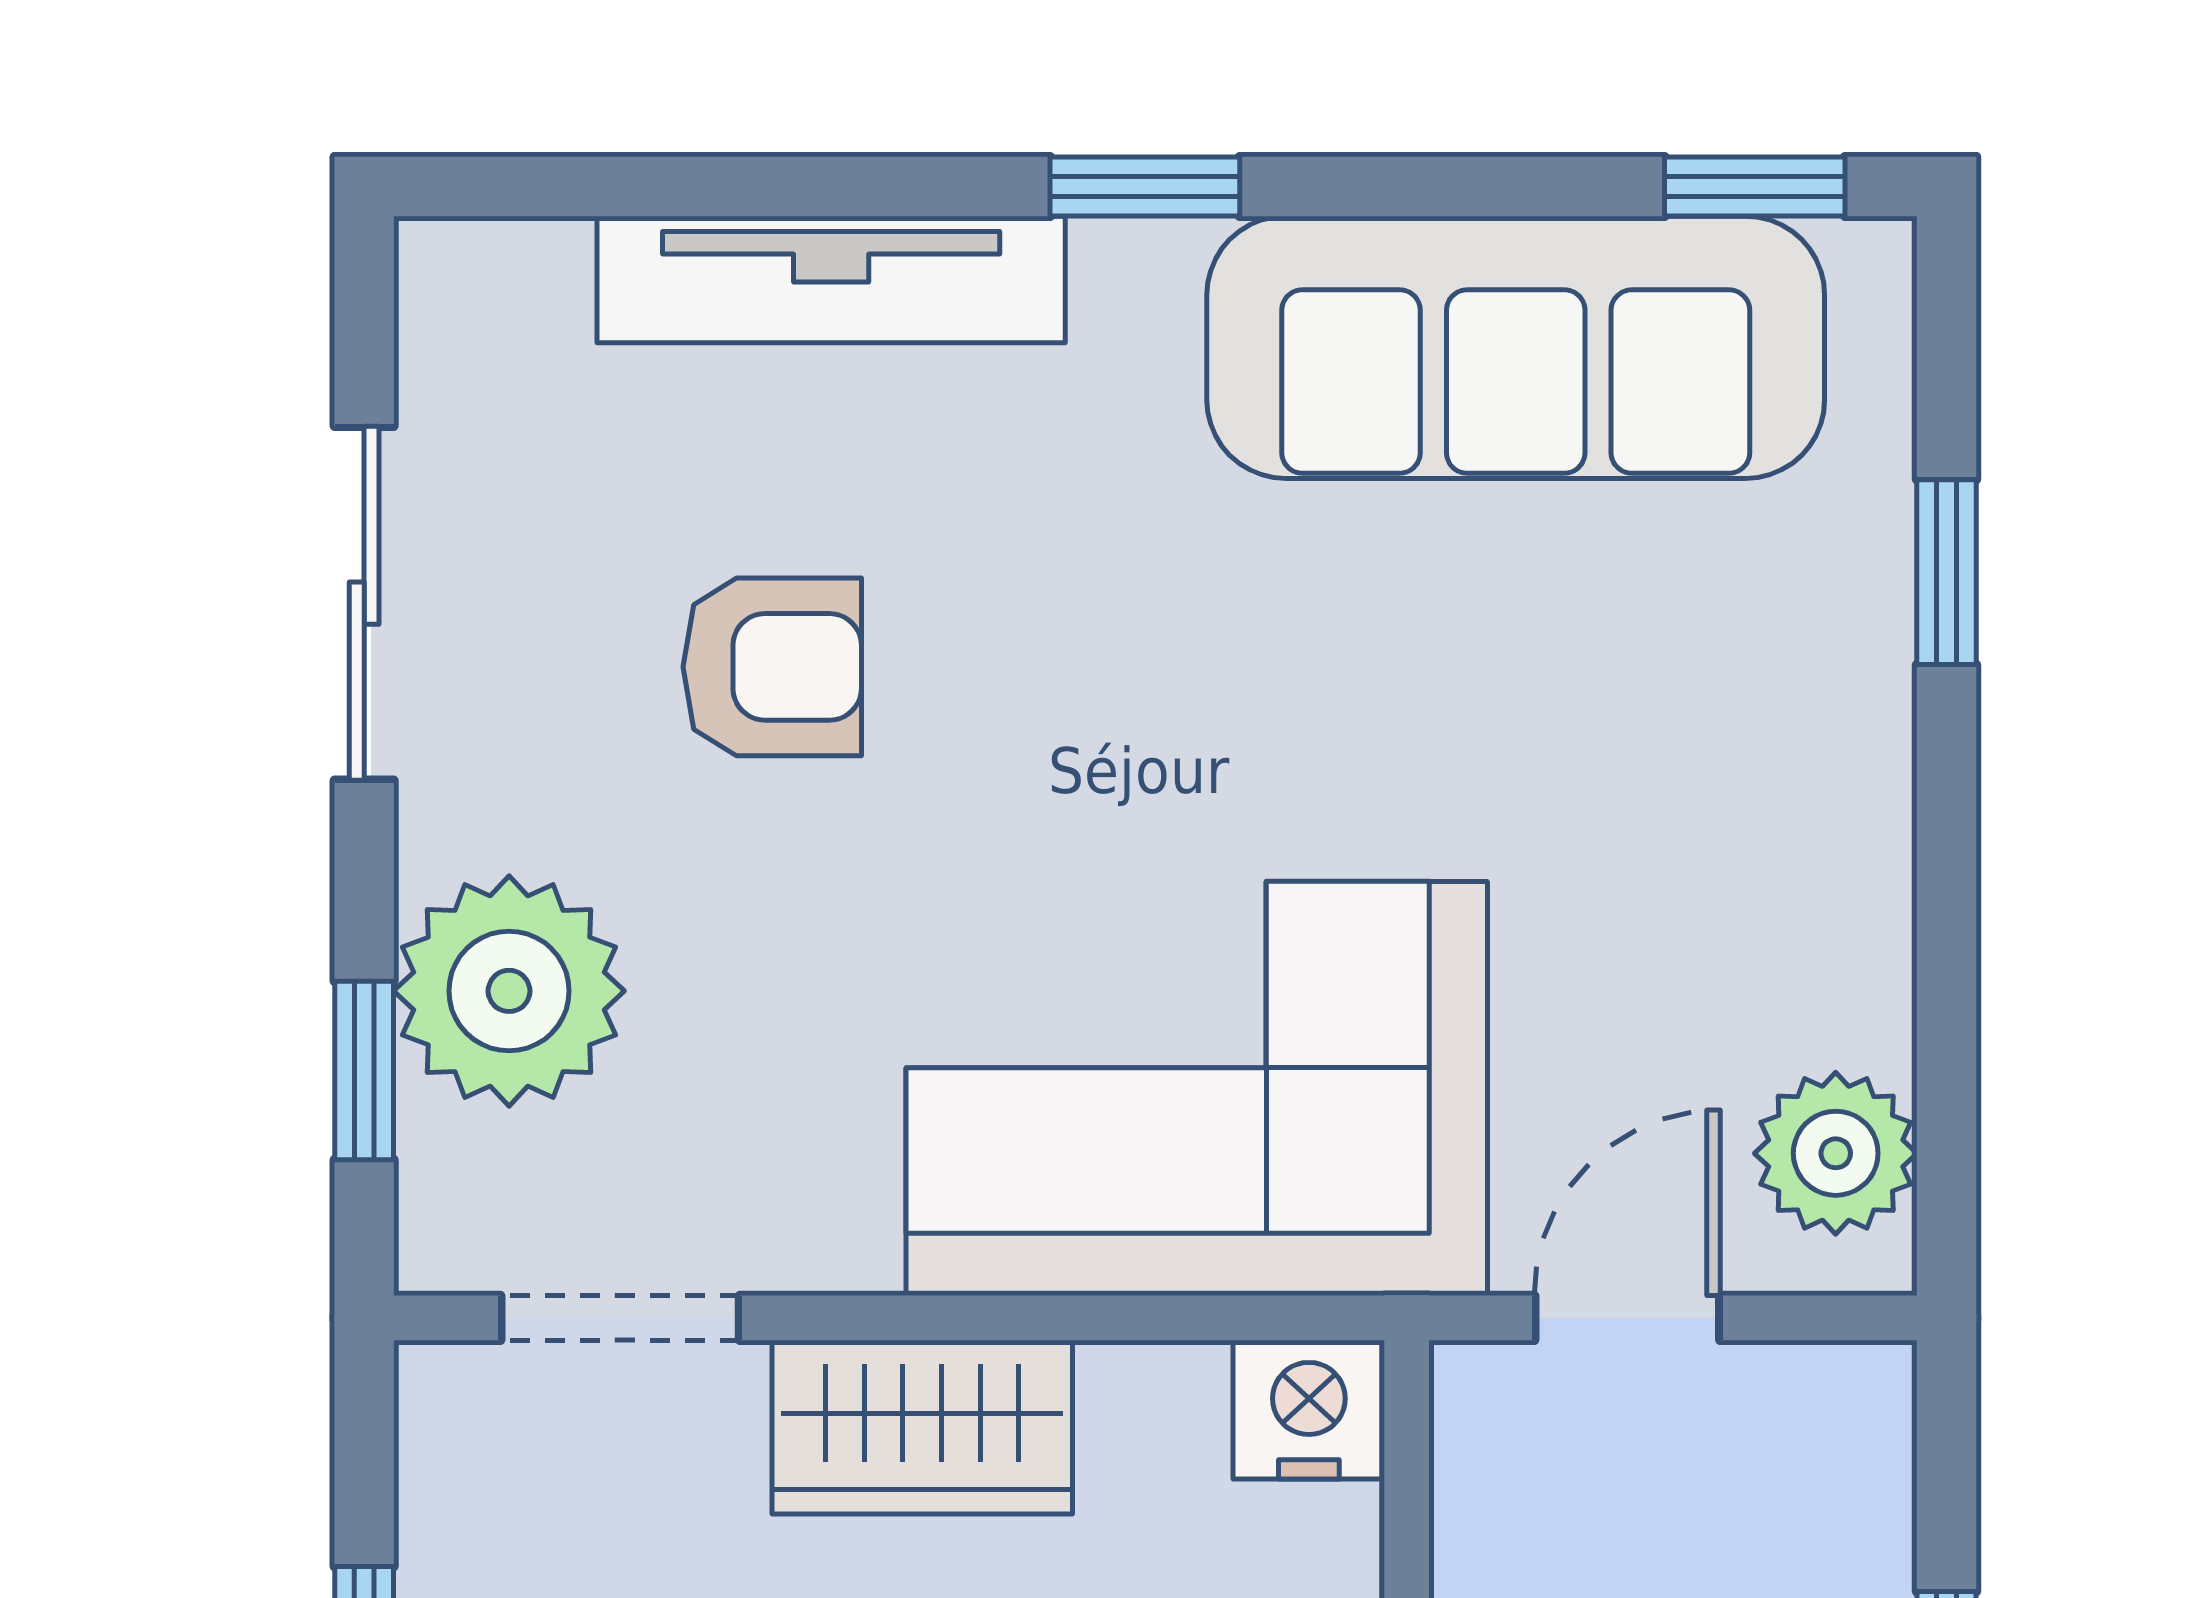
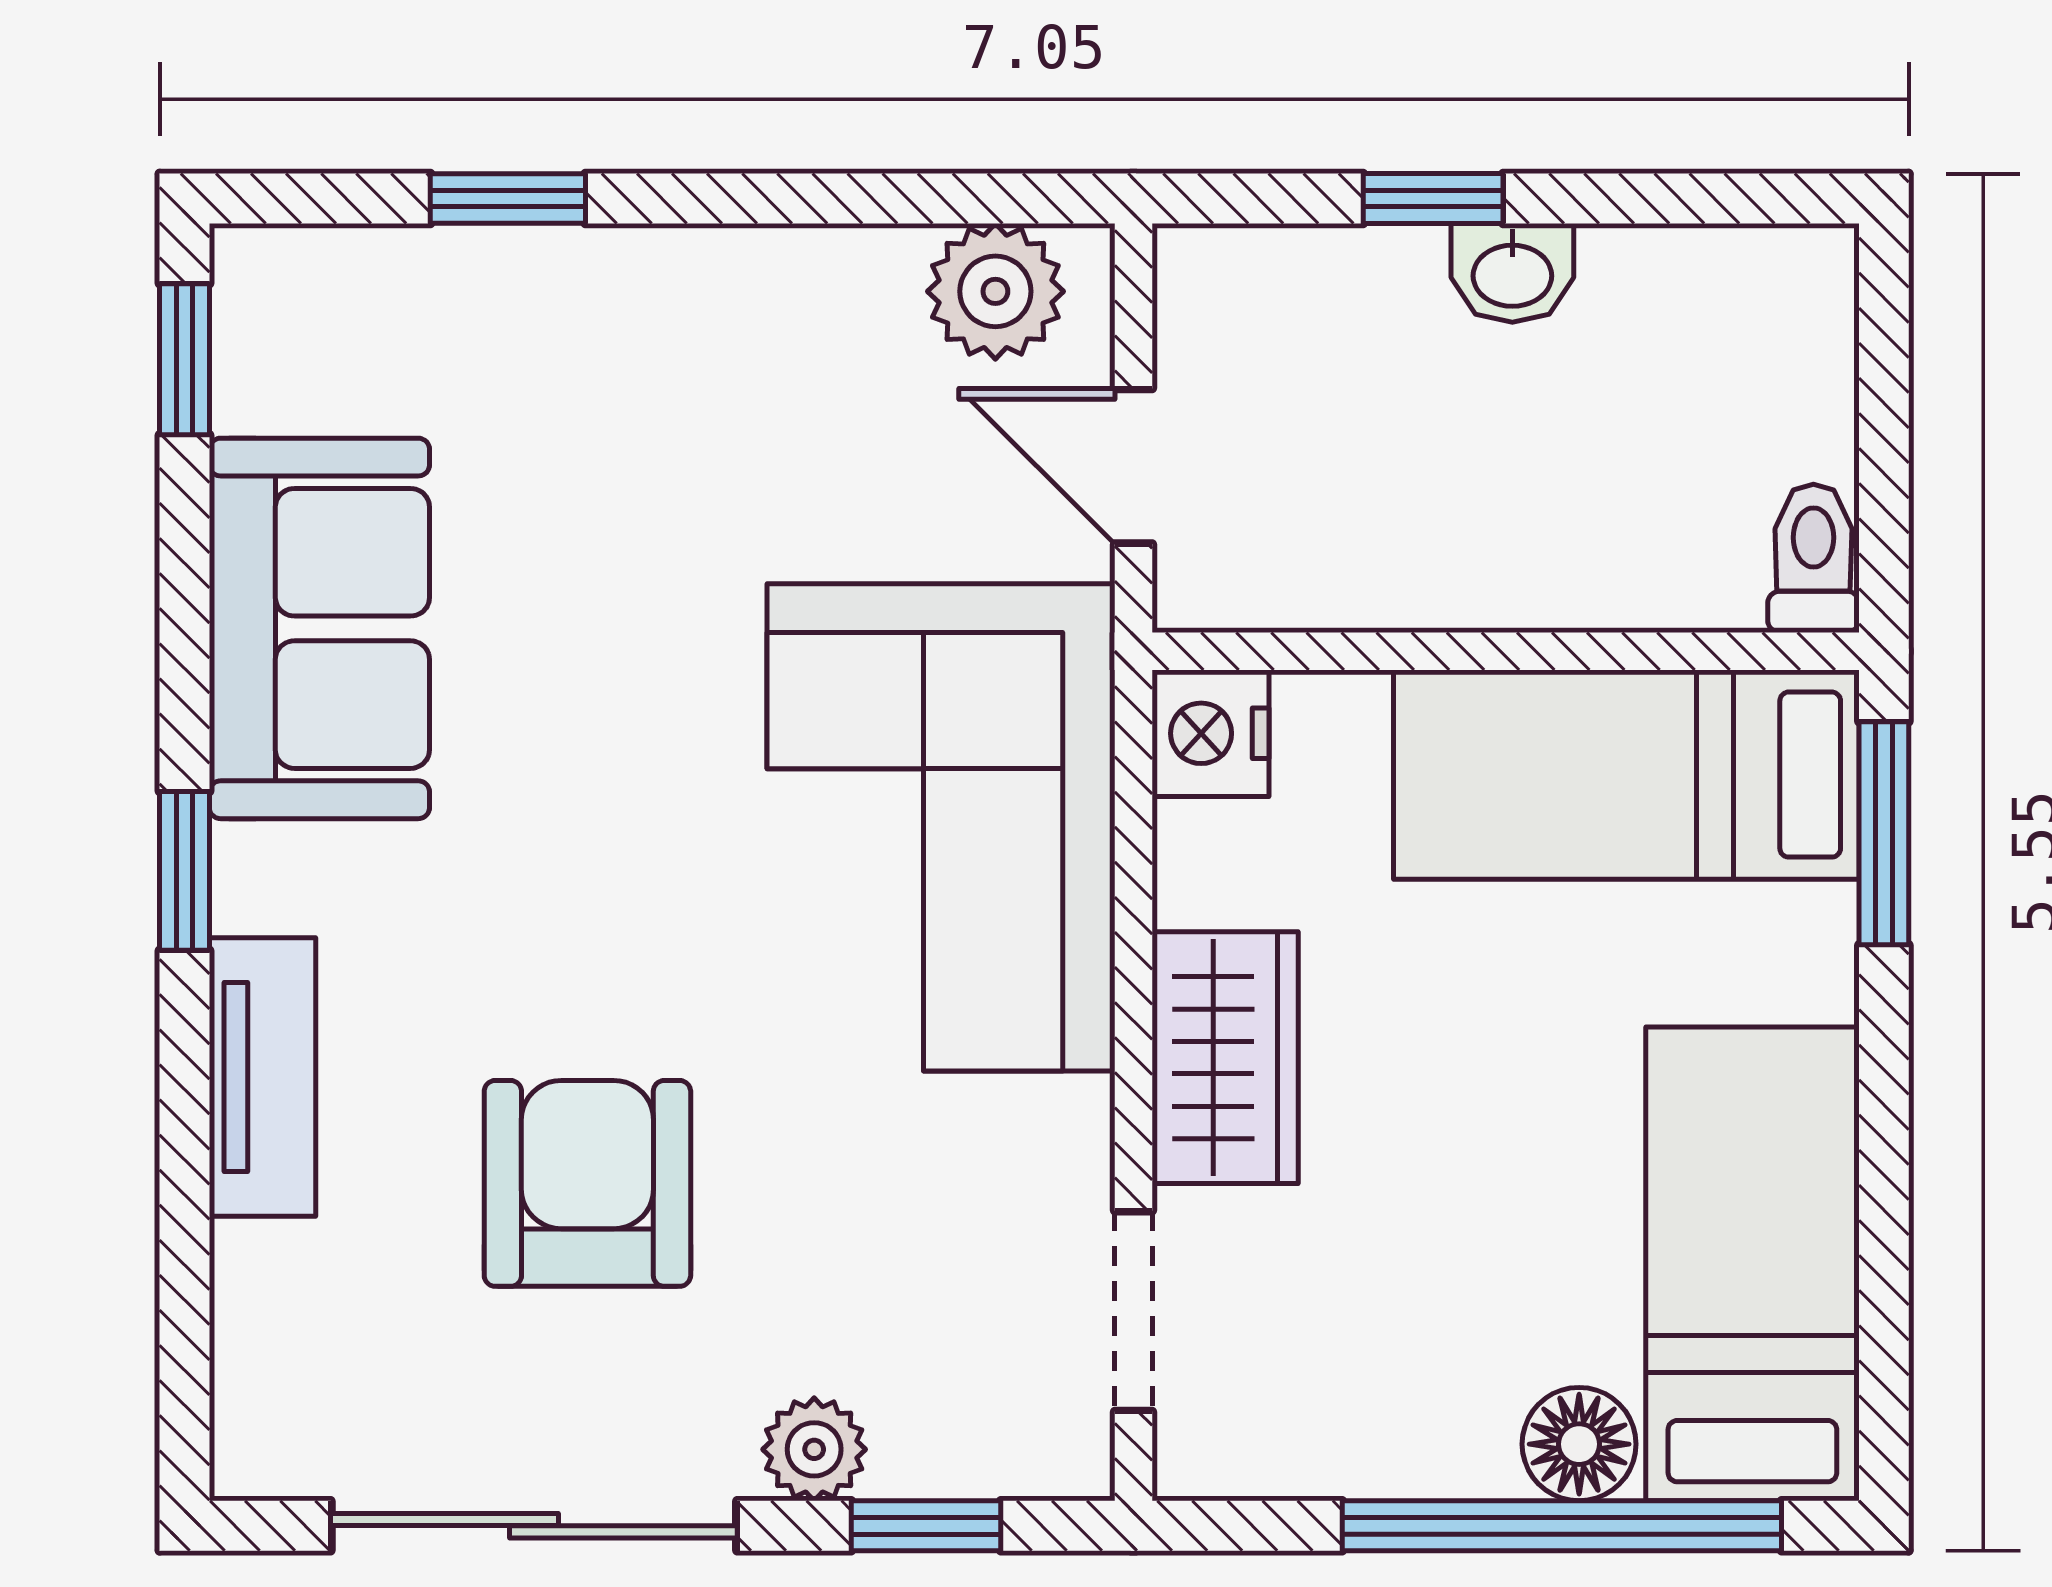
tv unit: (831, 280) -> (262, 1077), width x0.71
sofa: (1516, 347) -> (319, 628), width x0.73
sliding door: (364, 603) -> (534, 1526), width x1.37
armchair: (772, 667) -> (587, 1183), width x1.38, depth x1.38
plant: (509, 991) -> (814, 1449), width x0.53, depth x0.53

